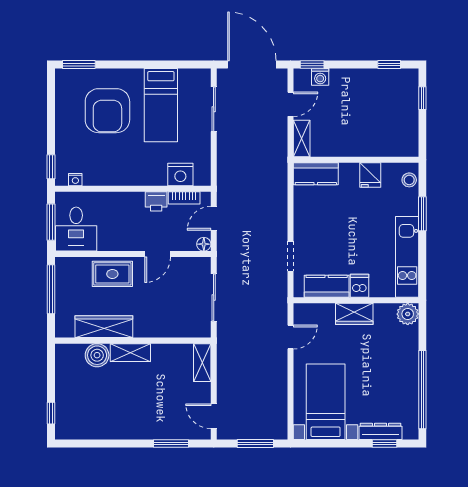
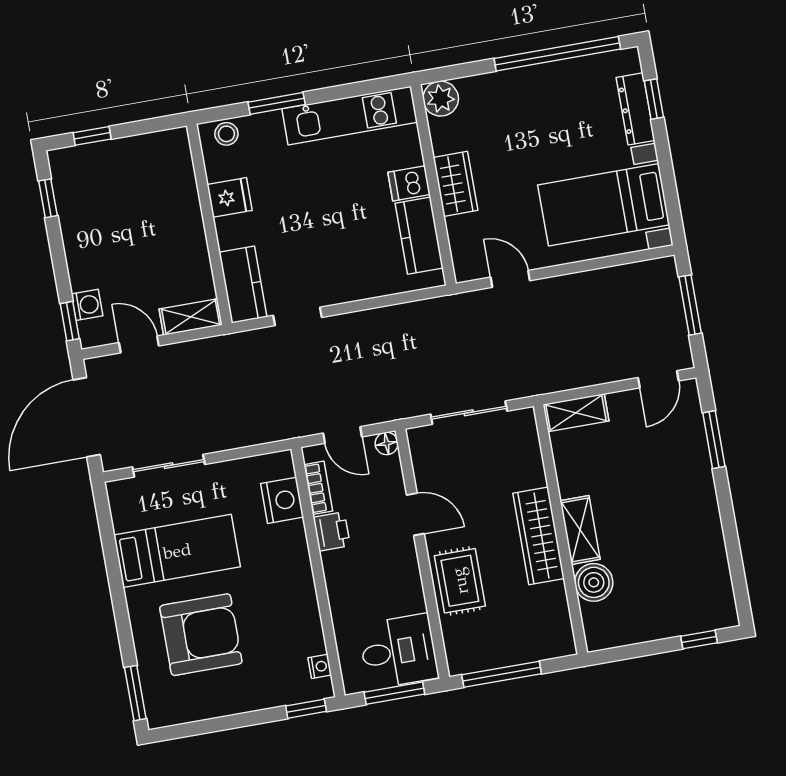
doorway: (291, 256) -> (298, 316), moved
wardrobe: (104, 327) -> (539, 536), moved

